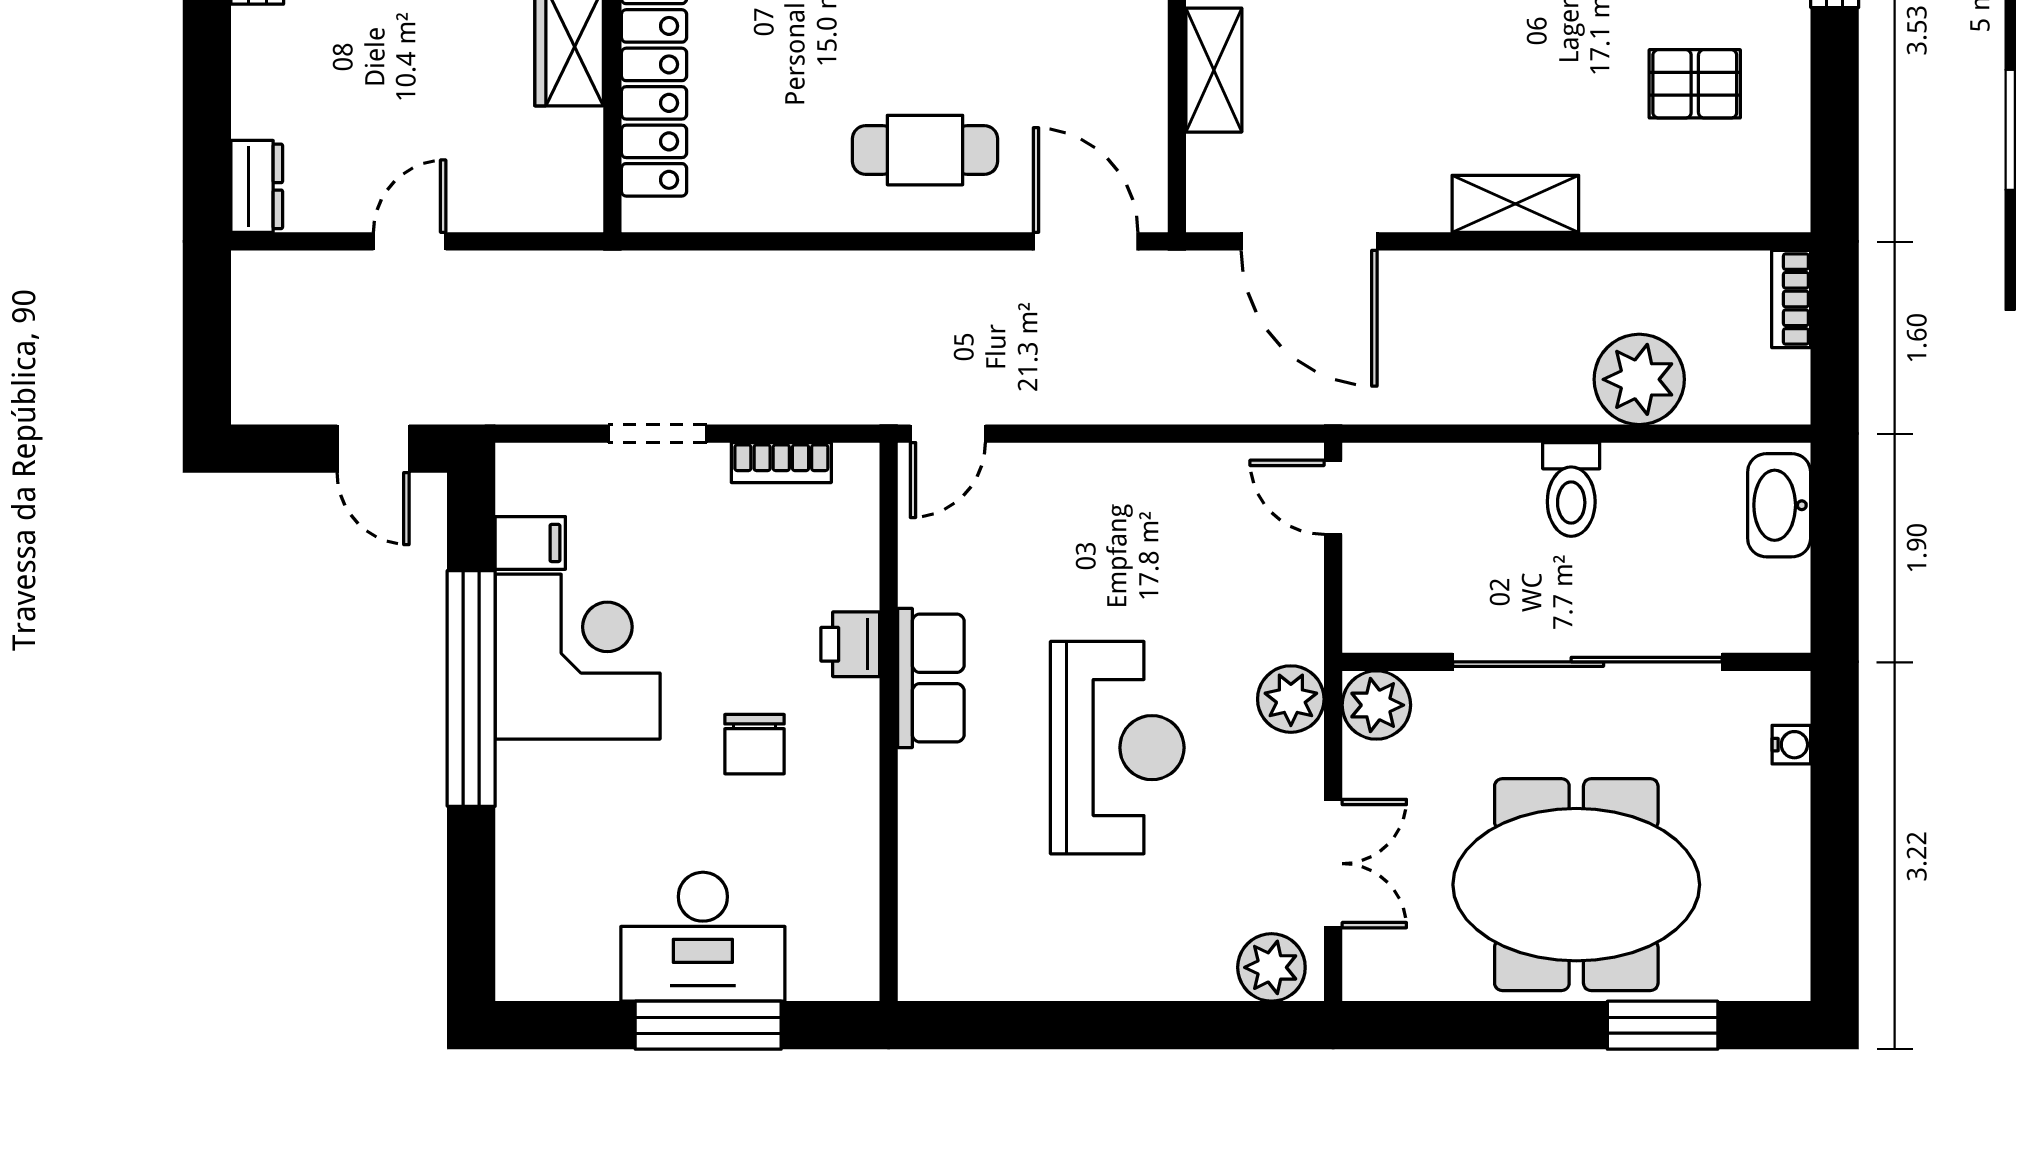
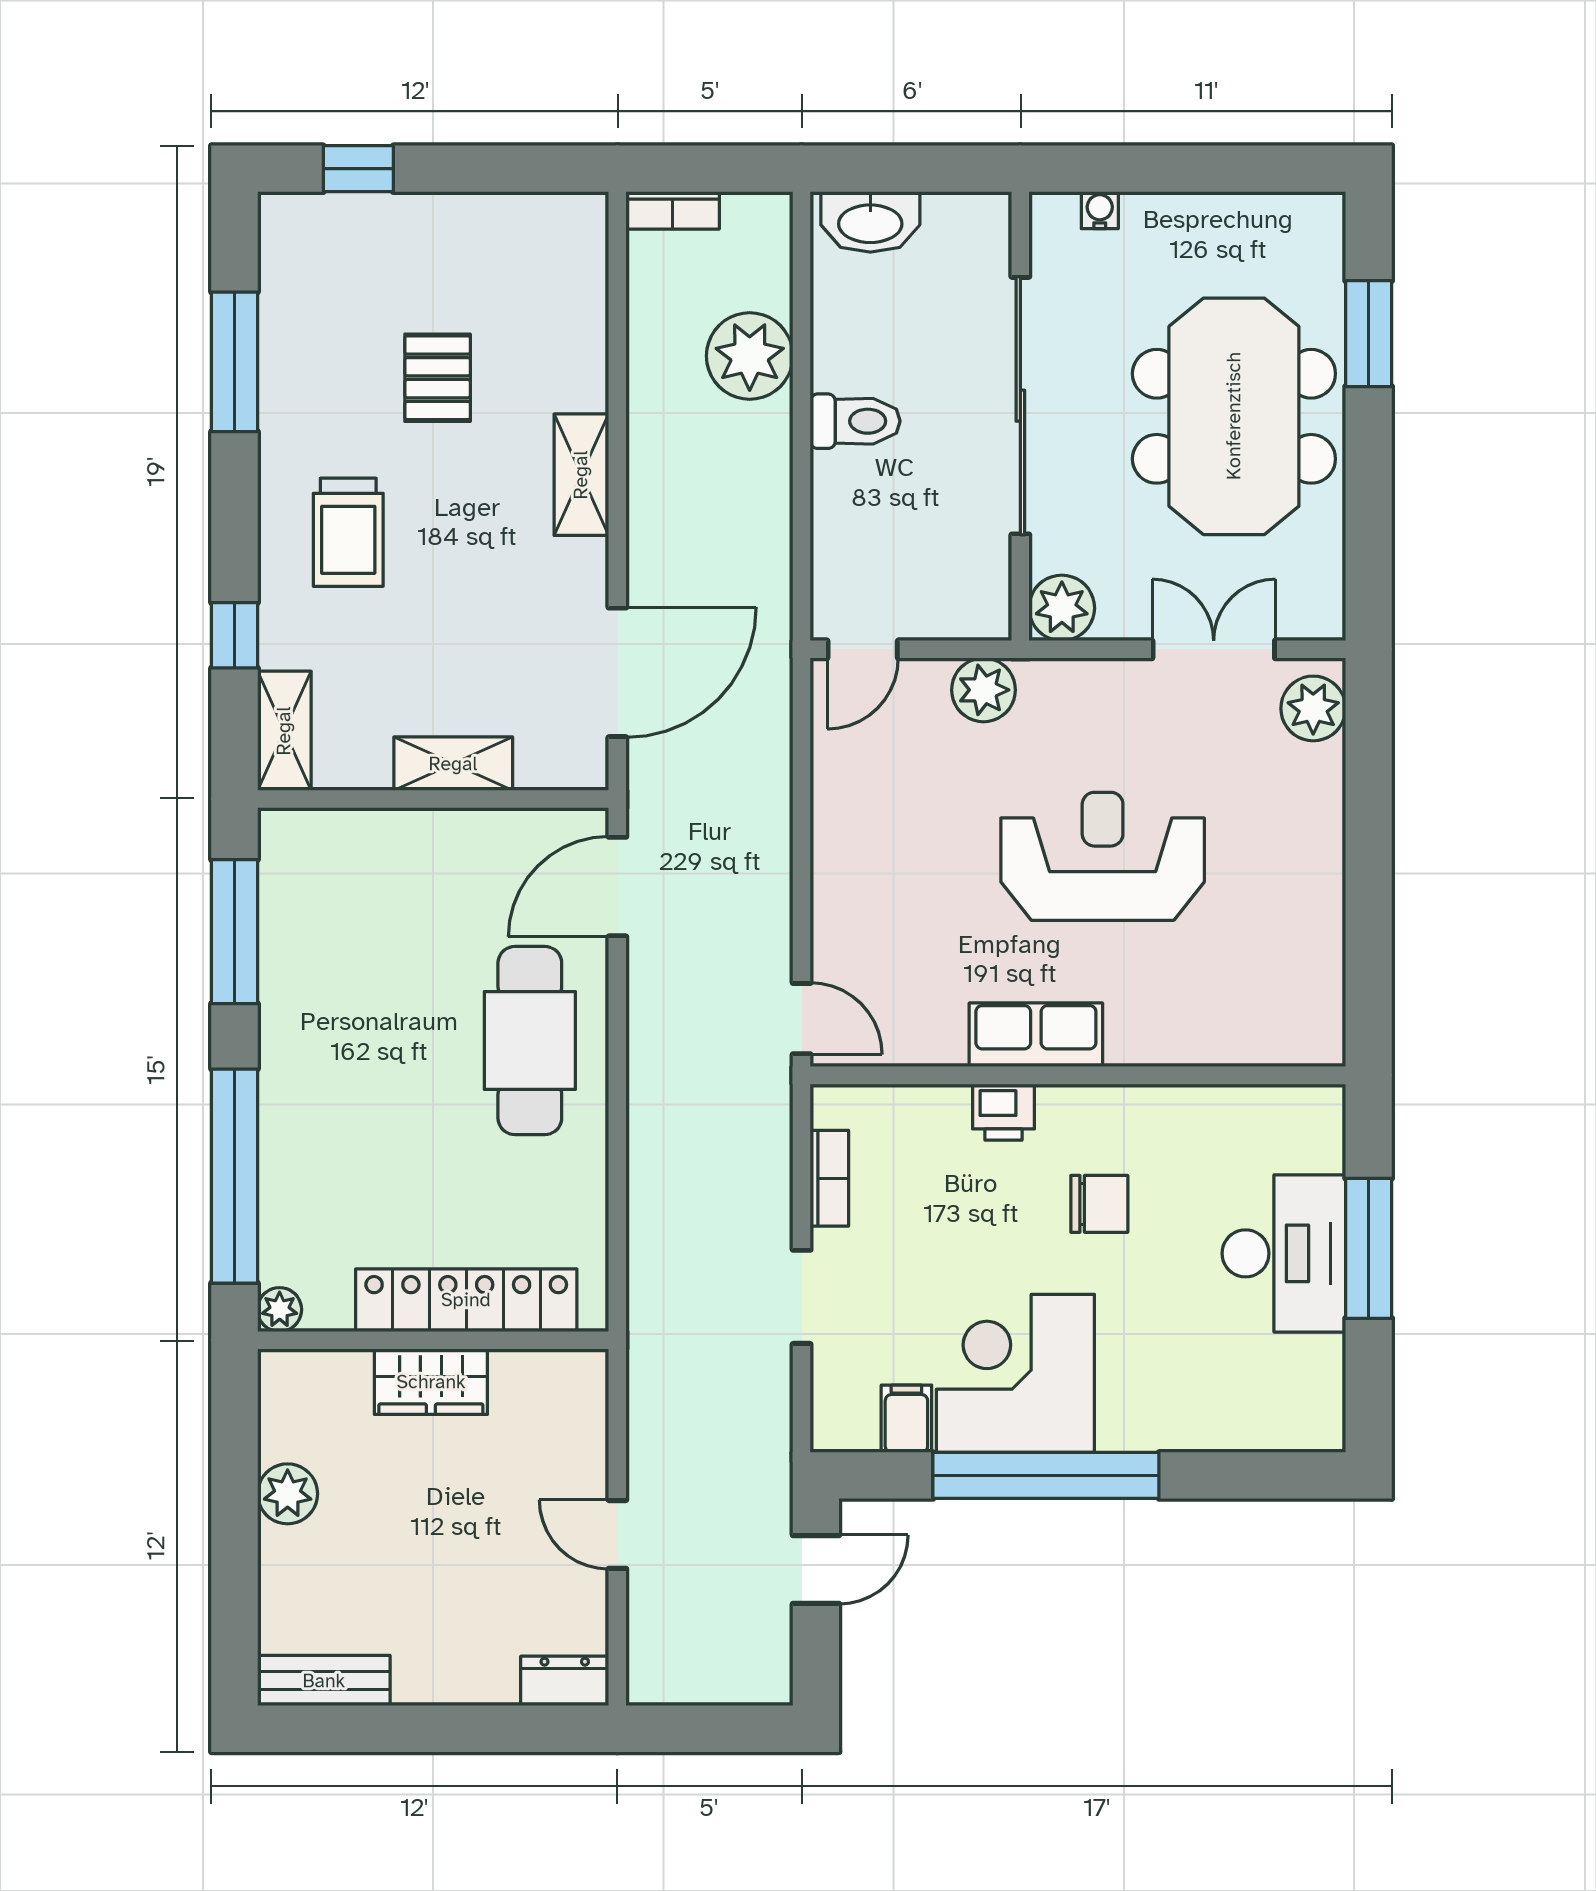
pallet: (1695, 84) -> (438, 378), moved
cafe table: (925, 150) -> (530, 1041), width x1.37, depth x1.35
plant: (1291, 699) -> (984, 690), moved

